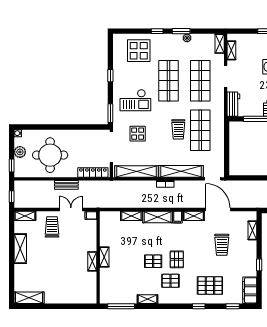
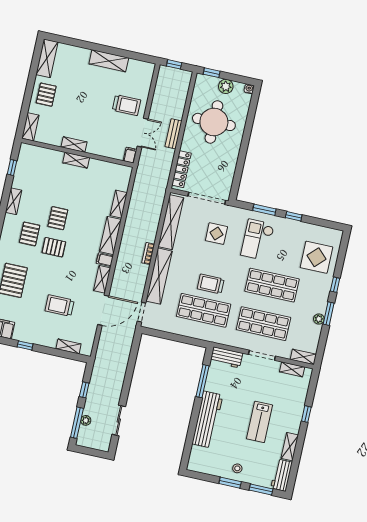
window: (110, 113) -> (264, 210), moved
shelving: (25, 216) -> (30, 127), moved
pallet: (58, 292) -> (46, 95), added
window: (121, 306) -> (12, 168), width x0.46

